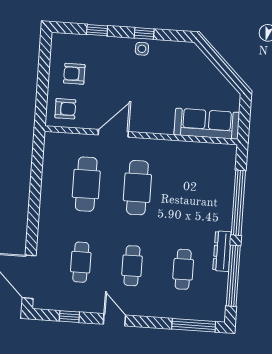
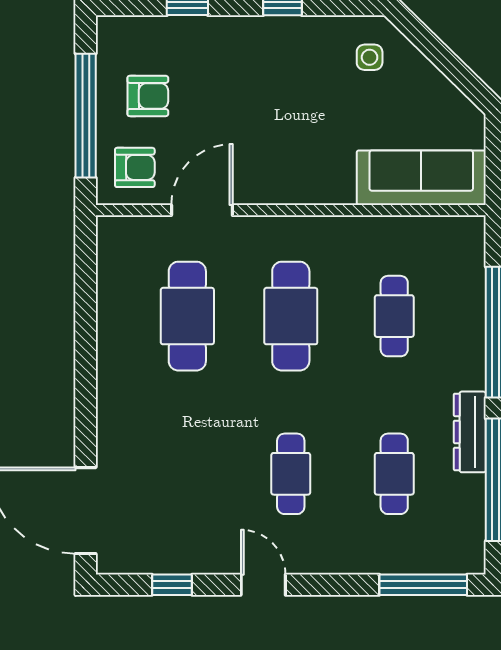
side table: (142, 49) -> (370, 57), moved
armchair: (74, 74) -> (148, 96), turned 180
window: (43, 81) -> (86, 116), added
door: (113, 133) -> (202, 210), moved
cafe table: (81, 262) -> (394, 316), moved

